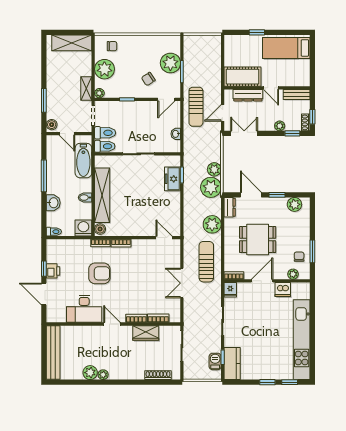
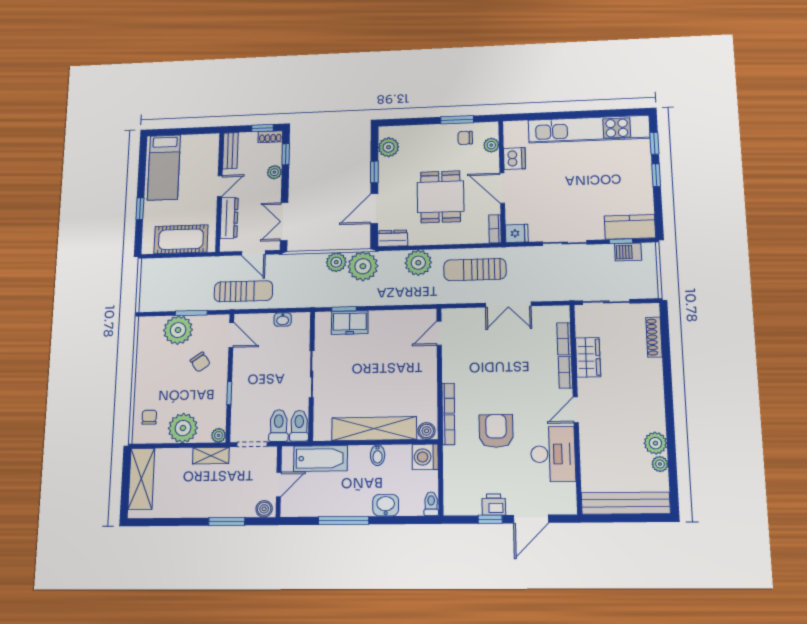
cot: (242, 77) -> (181, 239), moved, turned 90
plant: (103, 375) -> (660, 464), moved

